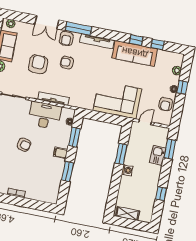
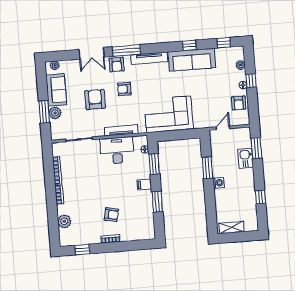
window: (158, 44) -> (224, 43), moved
corner sofa: (117, 100) -> (169, 114), moved
armchair: (24, 145) -> (111, 215), moved

